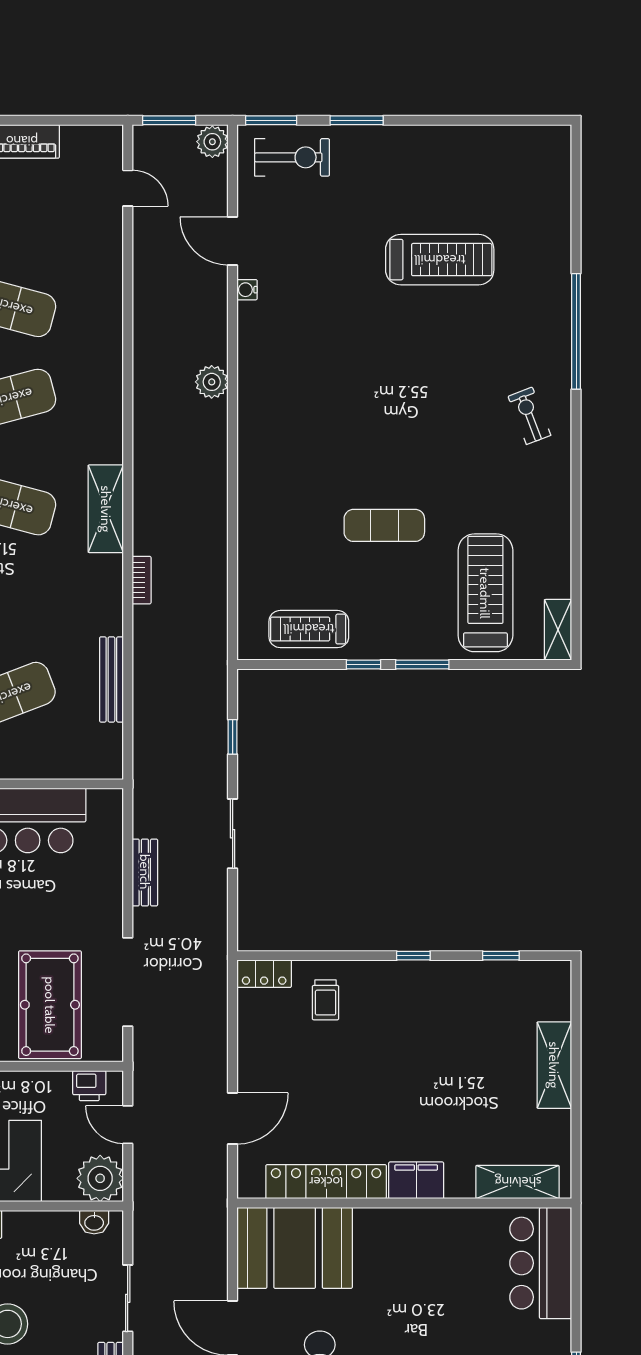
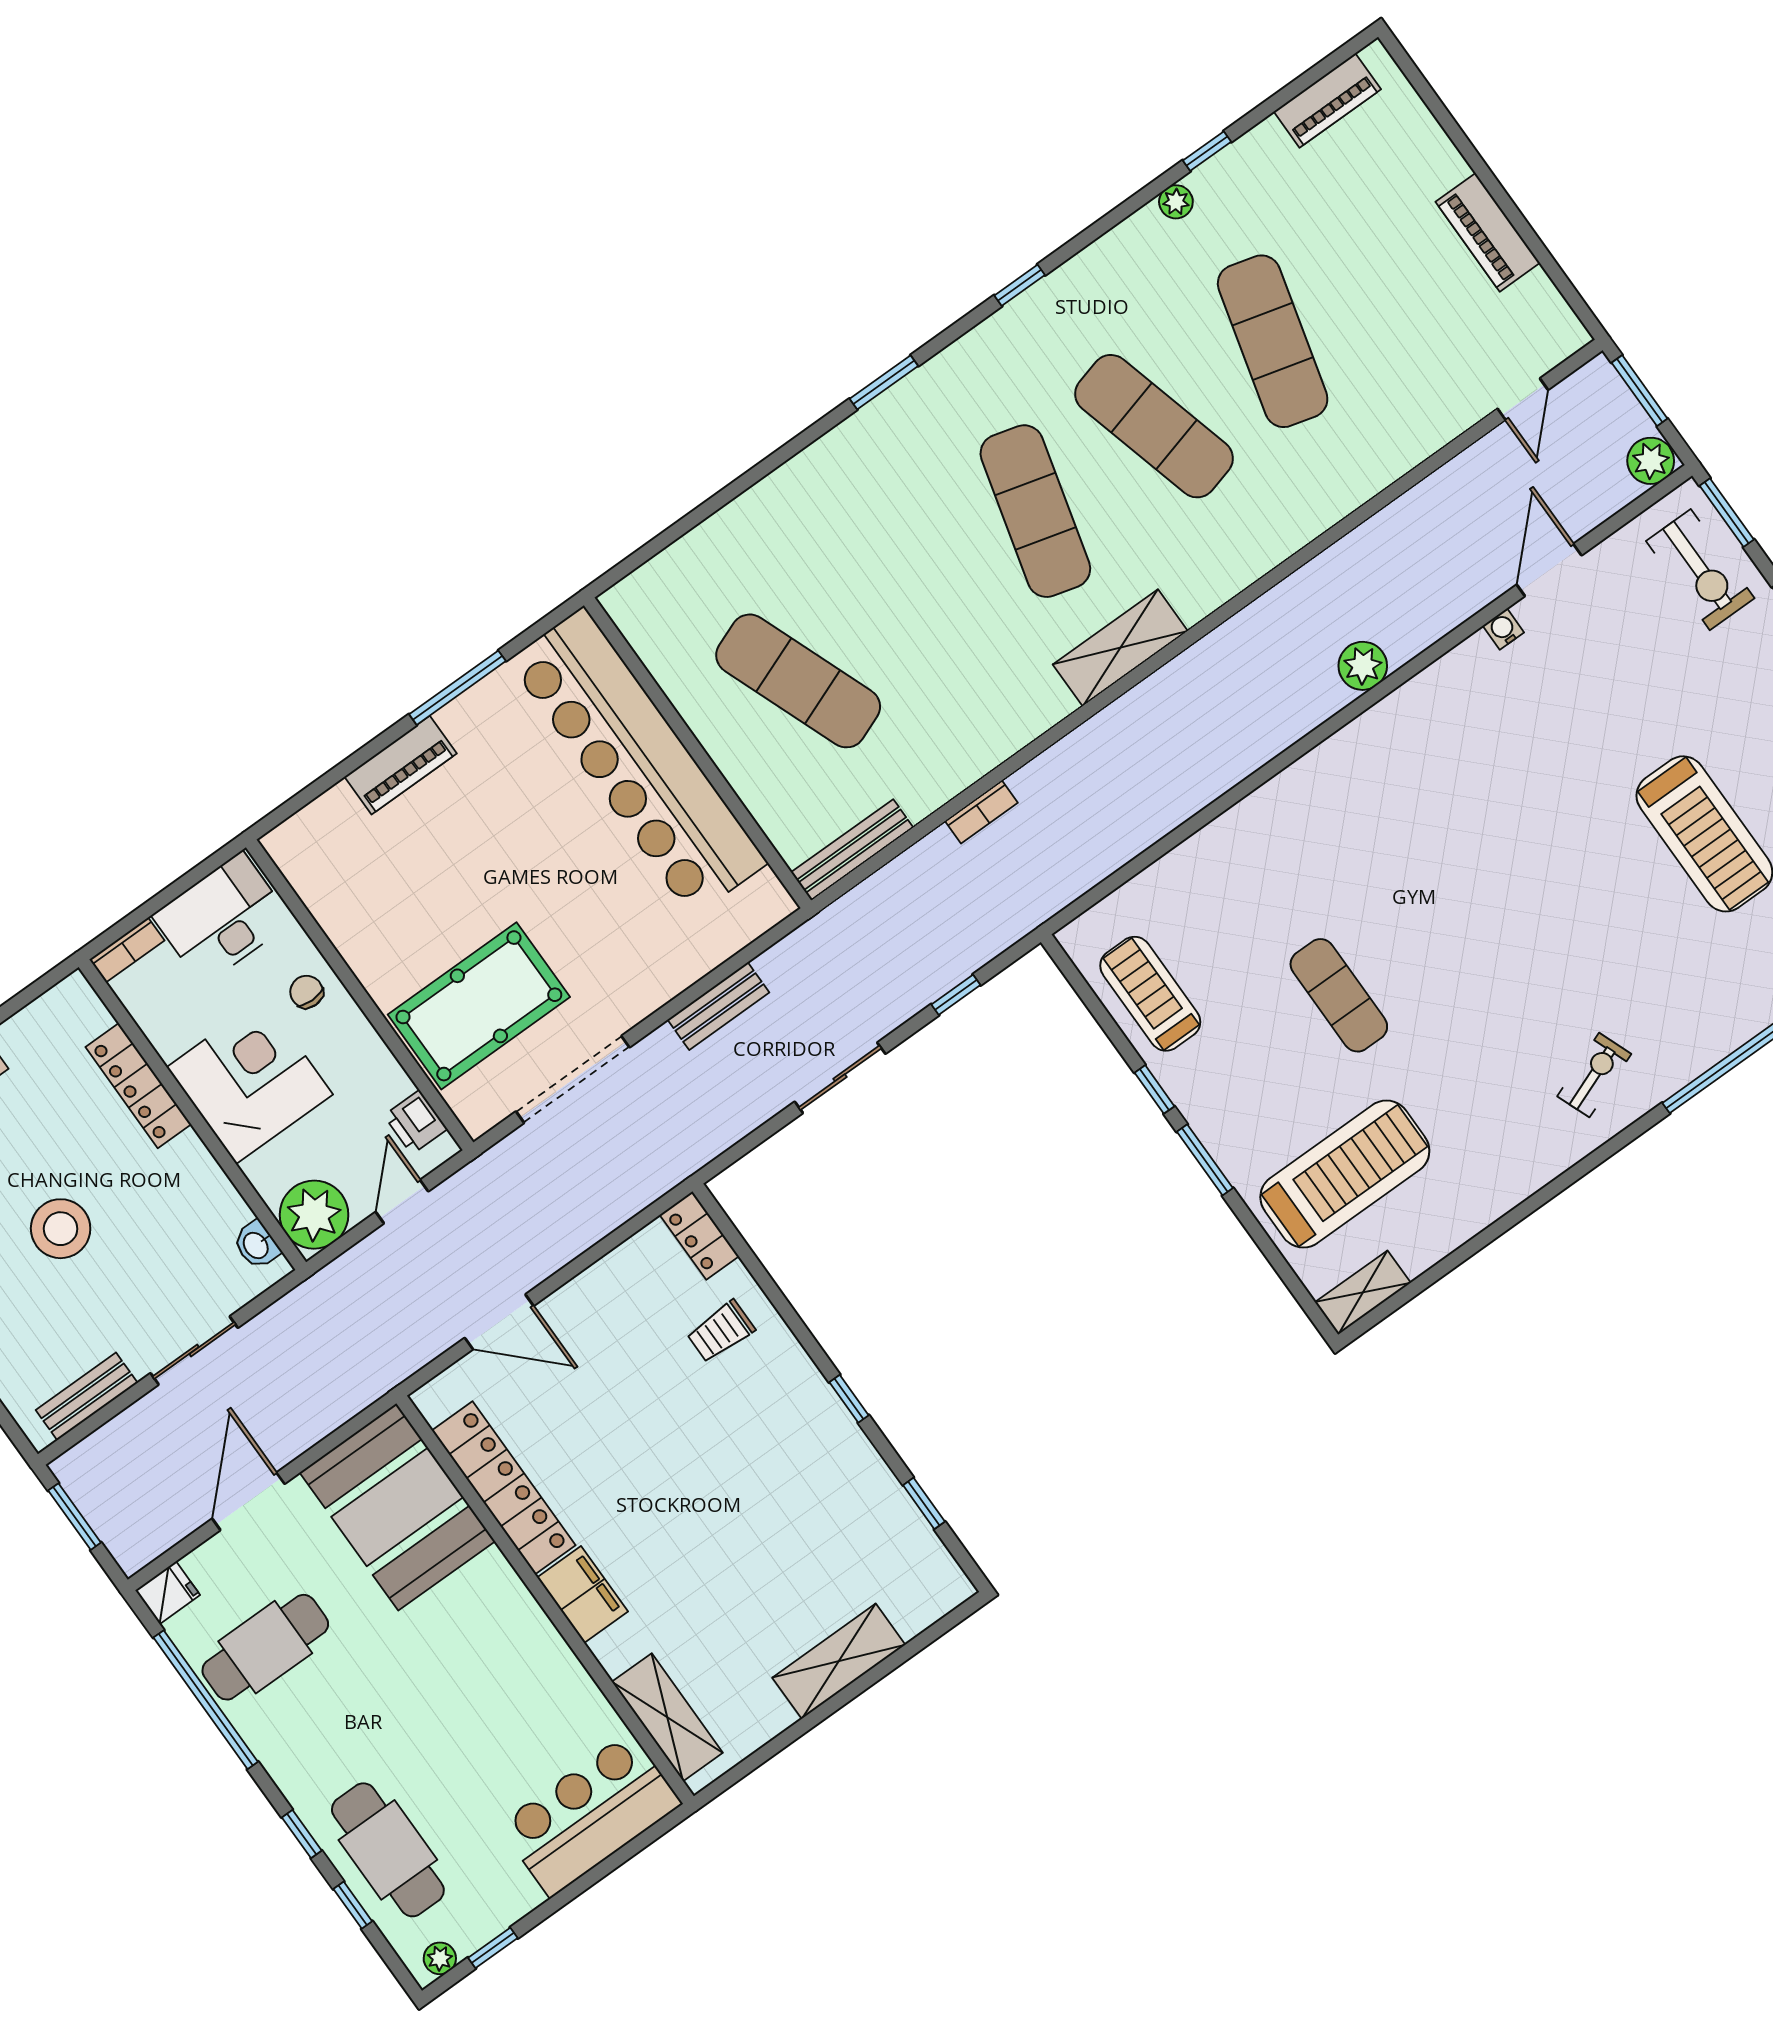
bookcase: (142, 580) -> (981, 812), moved
bench: (111, 679) -> (852, 850), moved

